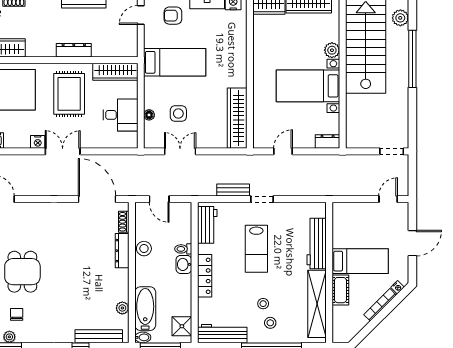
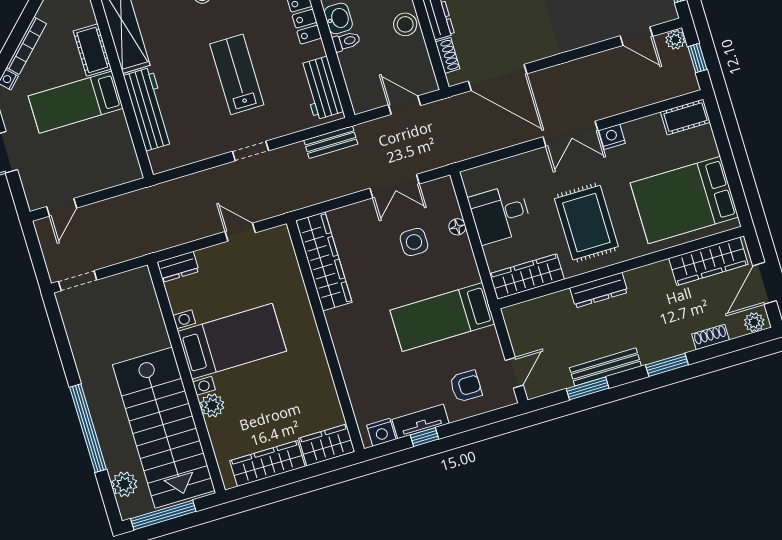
door: (283, 151) -> (240, 232), swing flipped
bench: (233, 190) -> (331, 142), moved

